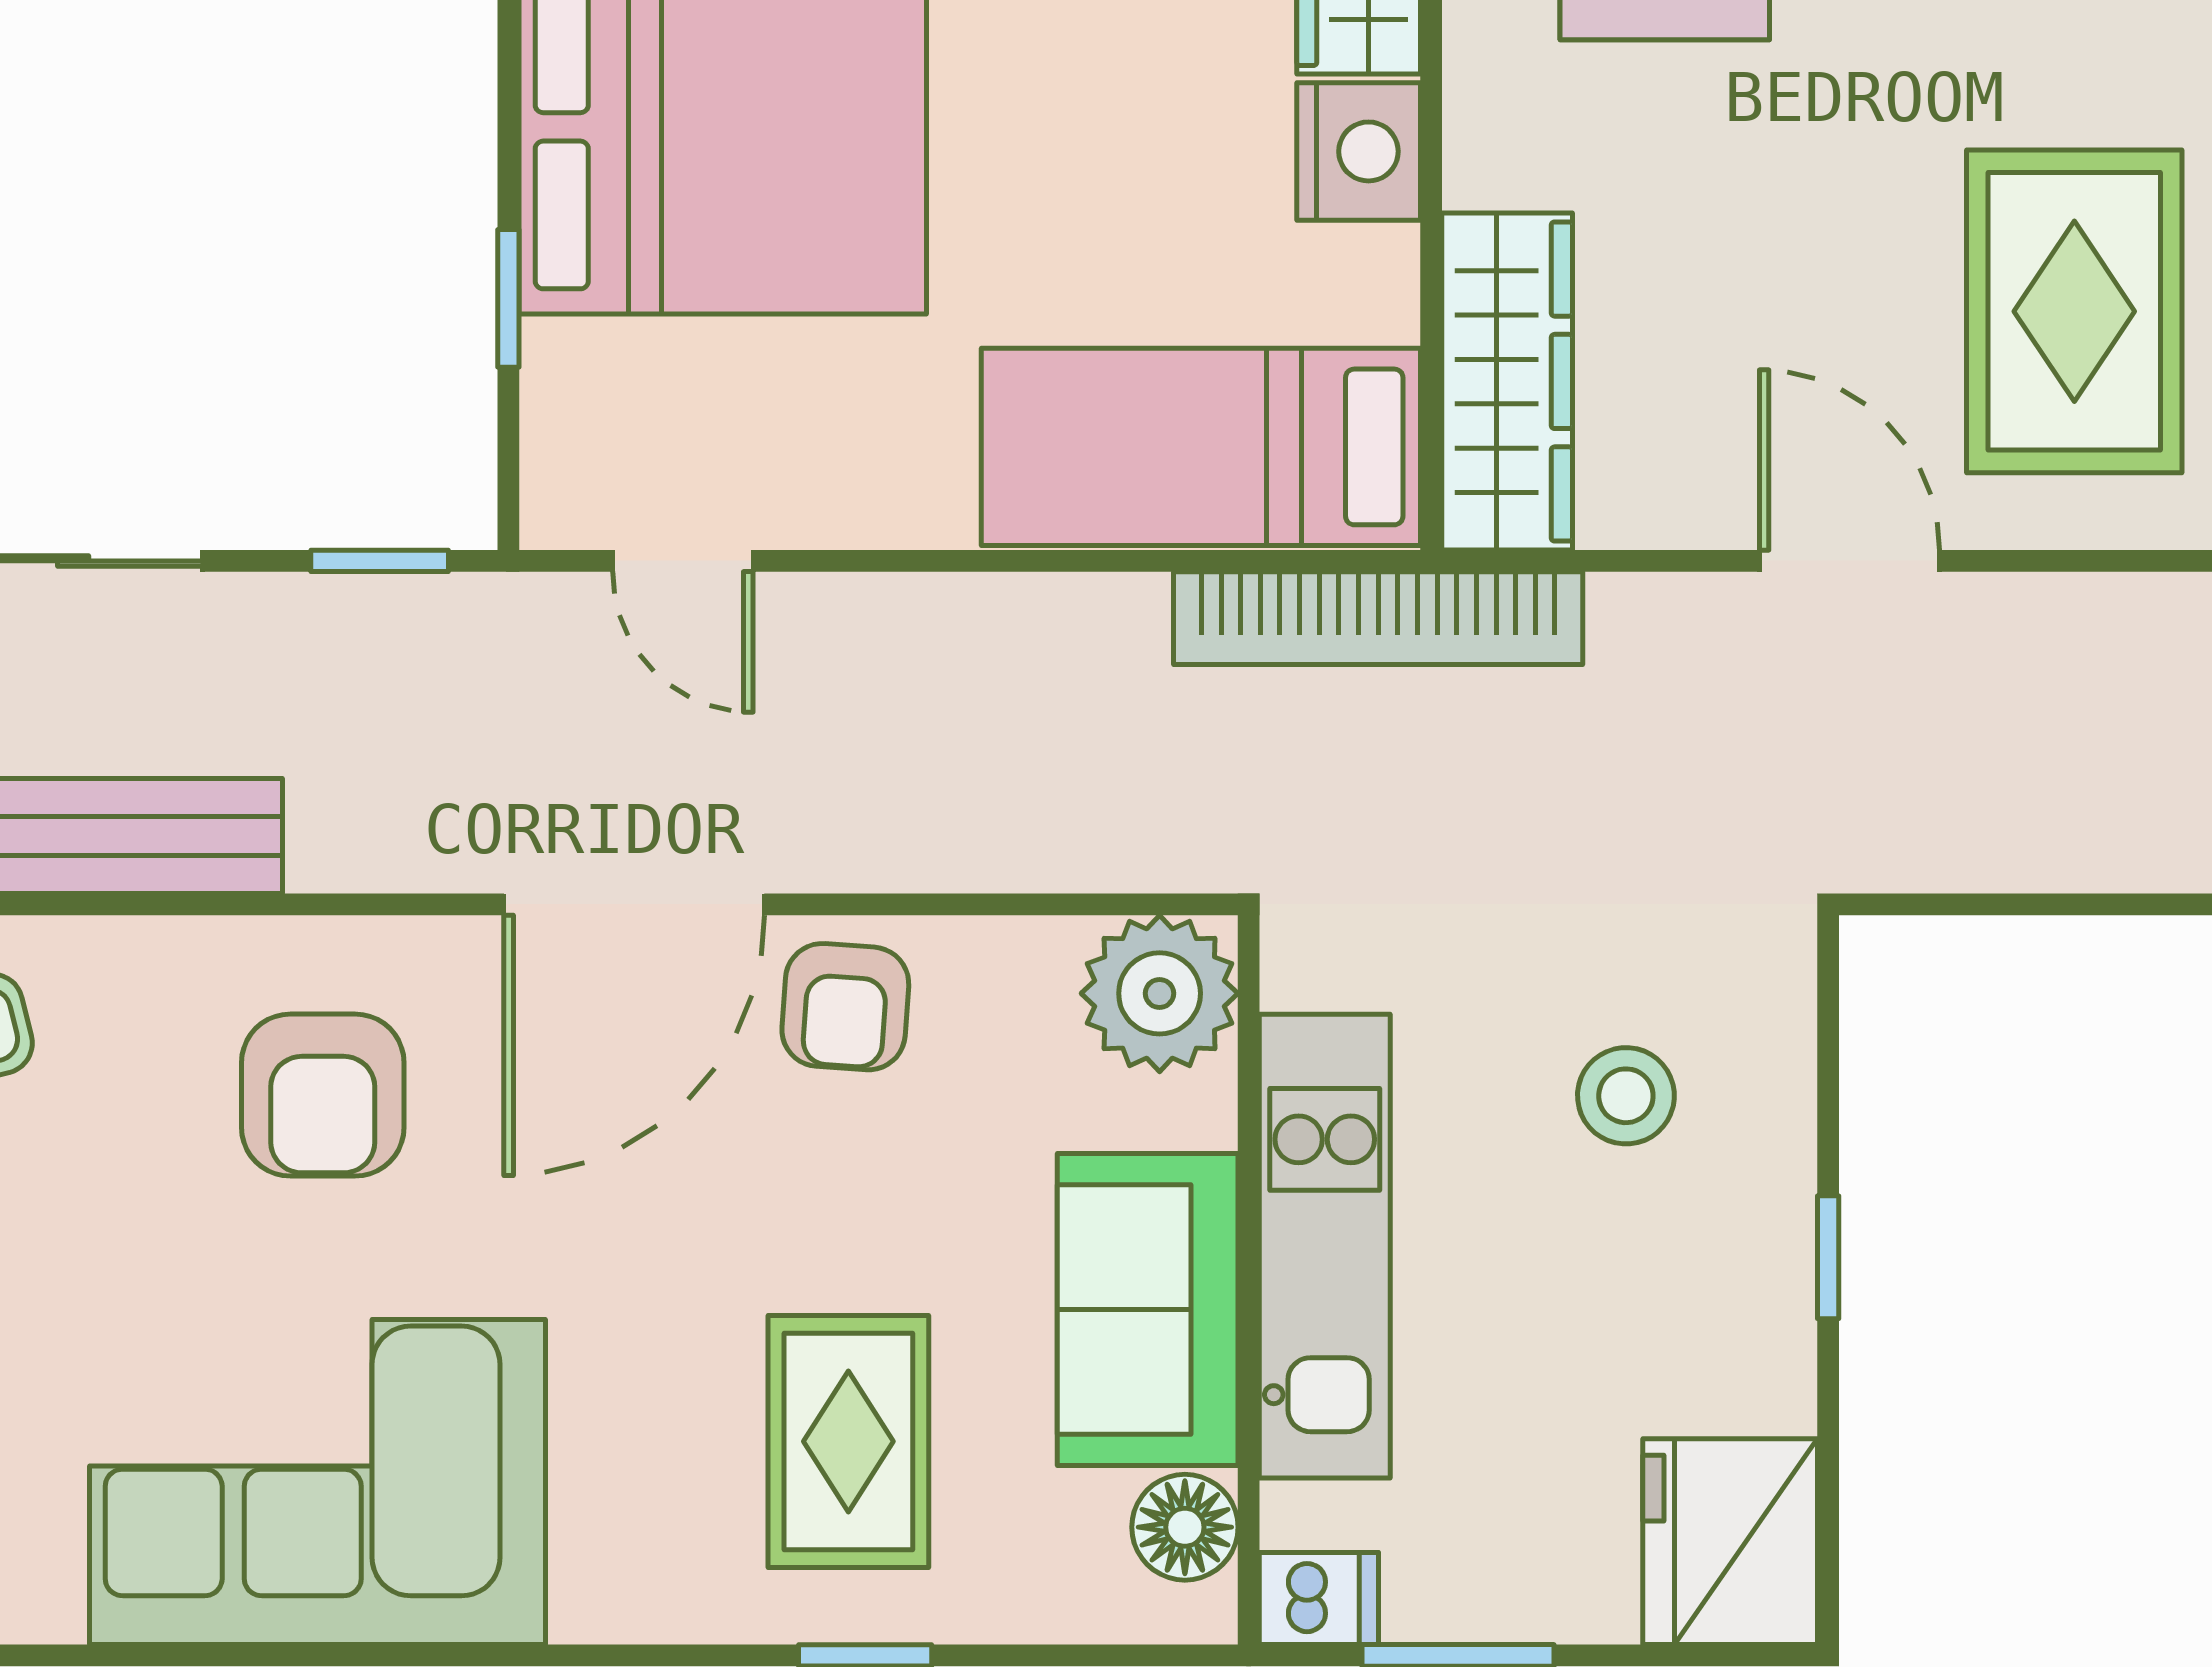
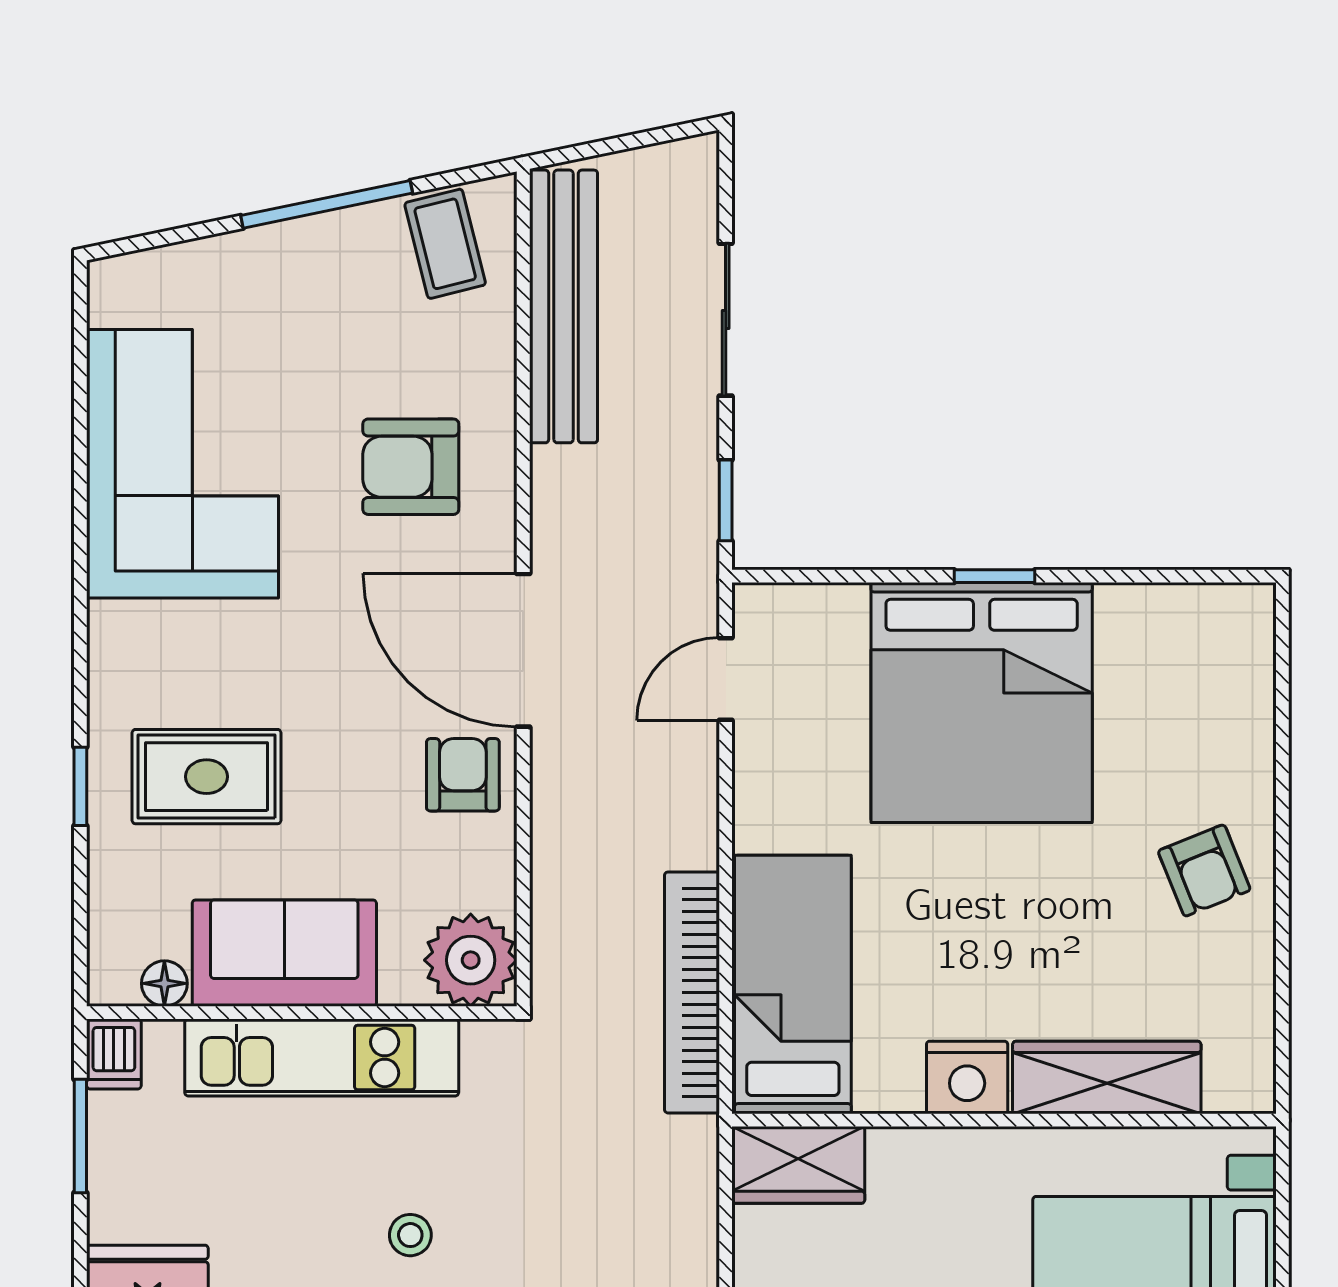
window: (508, 298) -> (995, 576), moved
wardrobe: (1507, 381) -> (798, 1165), width x0.67
bookcase: (1378, 618) -> (692, 992), moved
armchair: (845, 1007) -> (463, 775), turned 86
stool: (1626, 1096) -> (410, 1235), width x0.73, depth x0.73
floor lamp: (1185, 1527) -> (164, 983), width x0.73, depth x0.73

